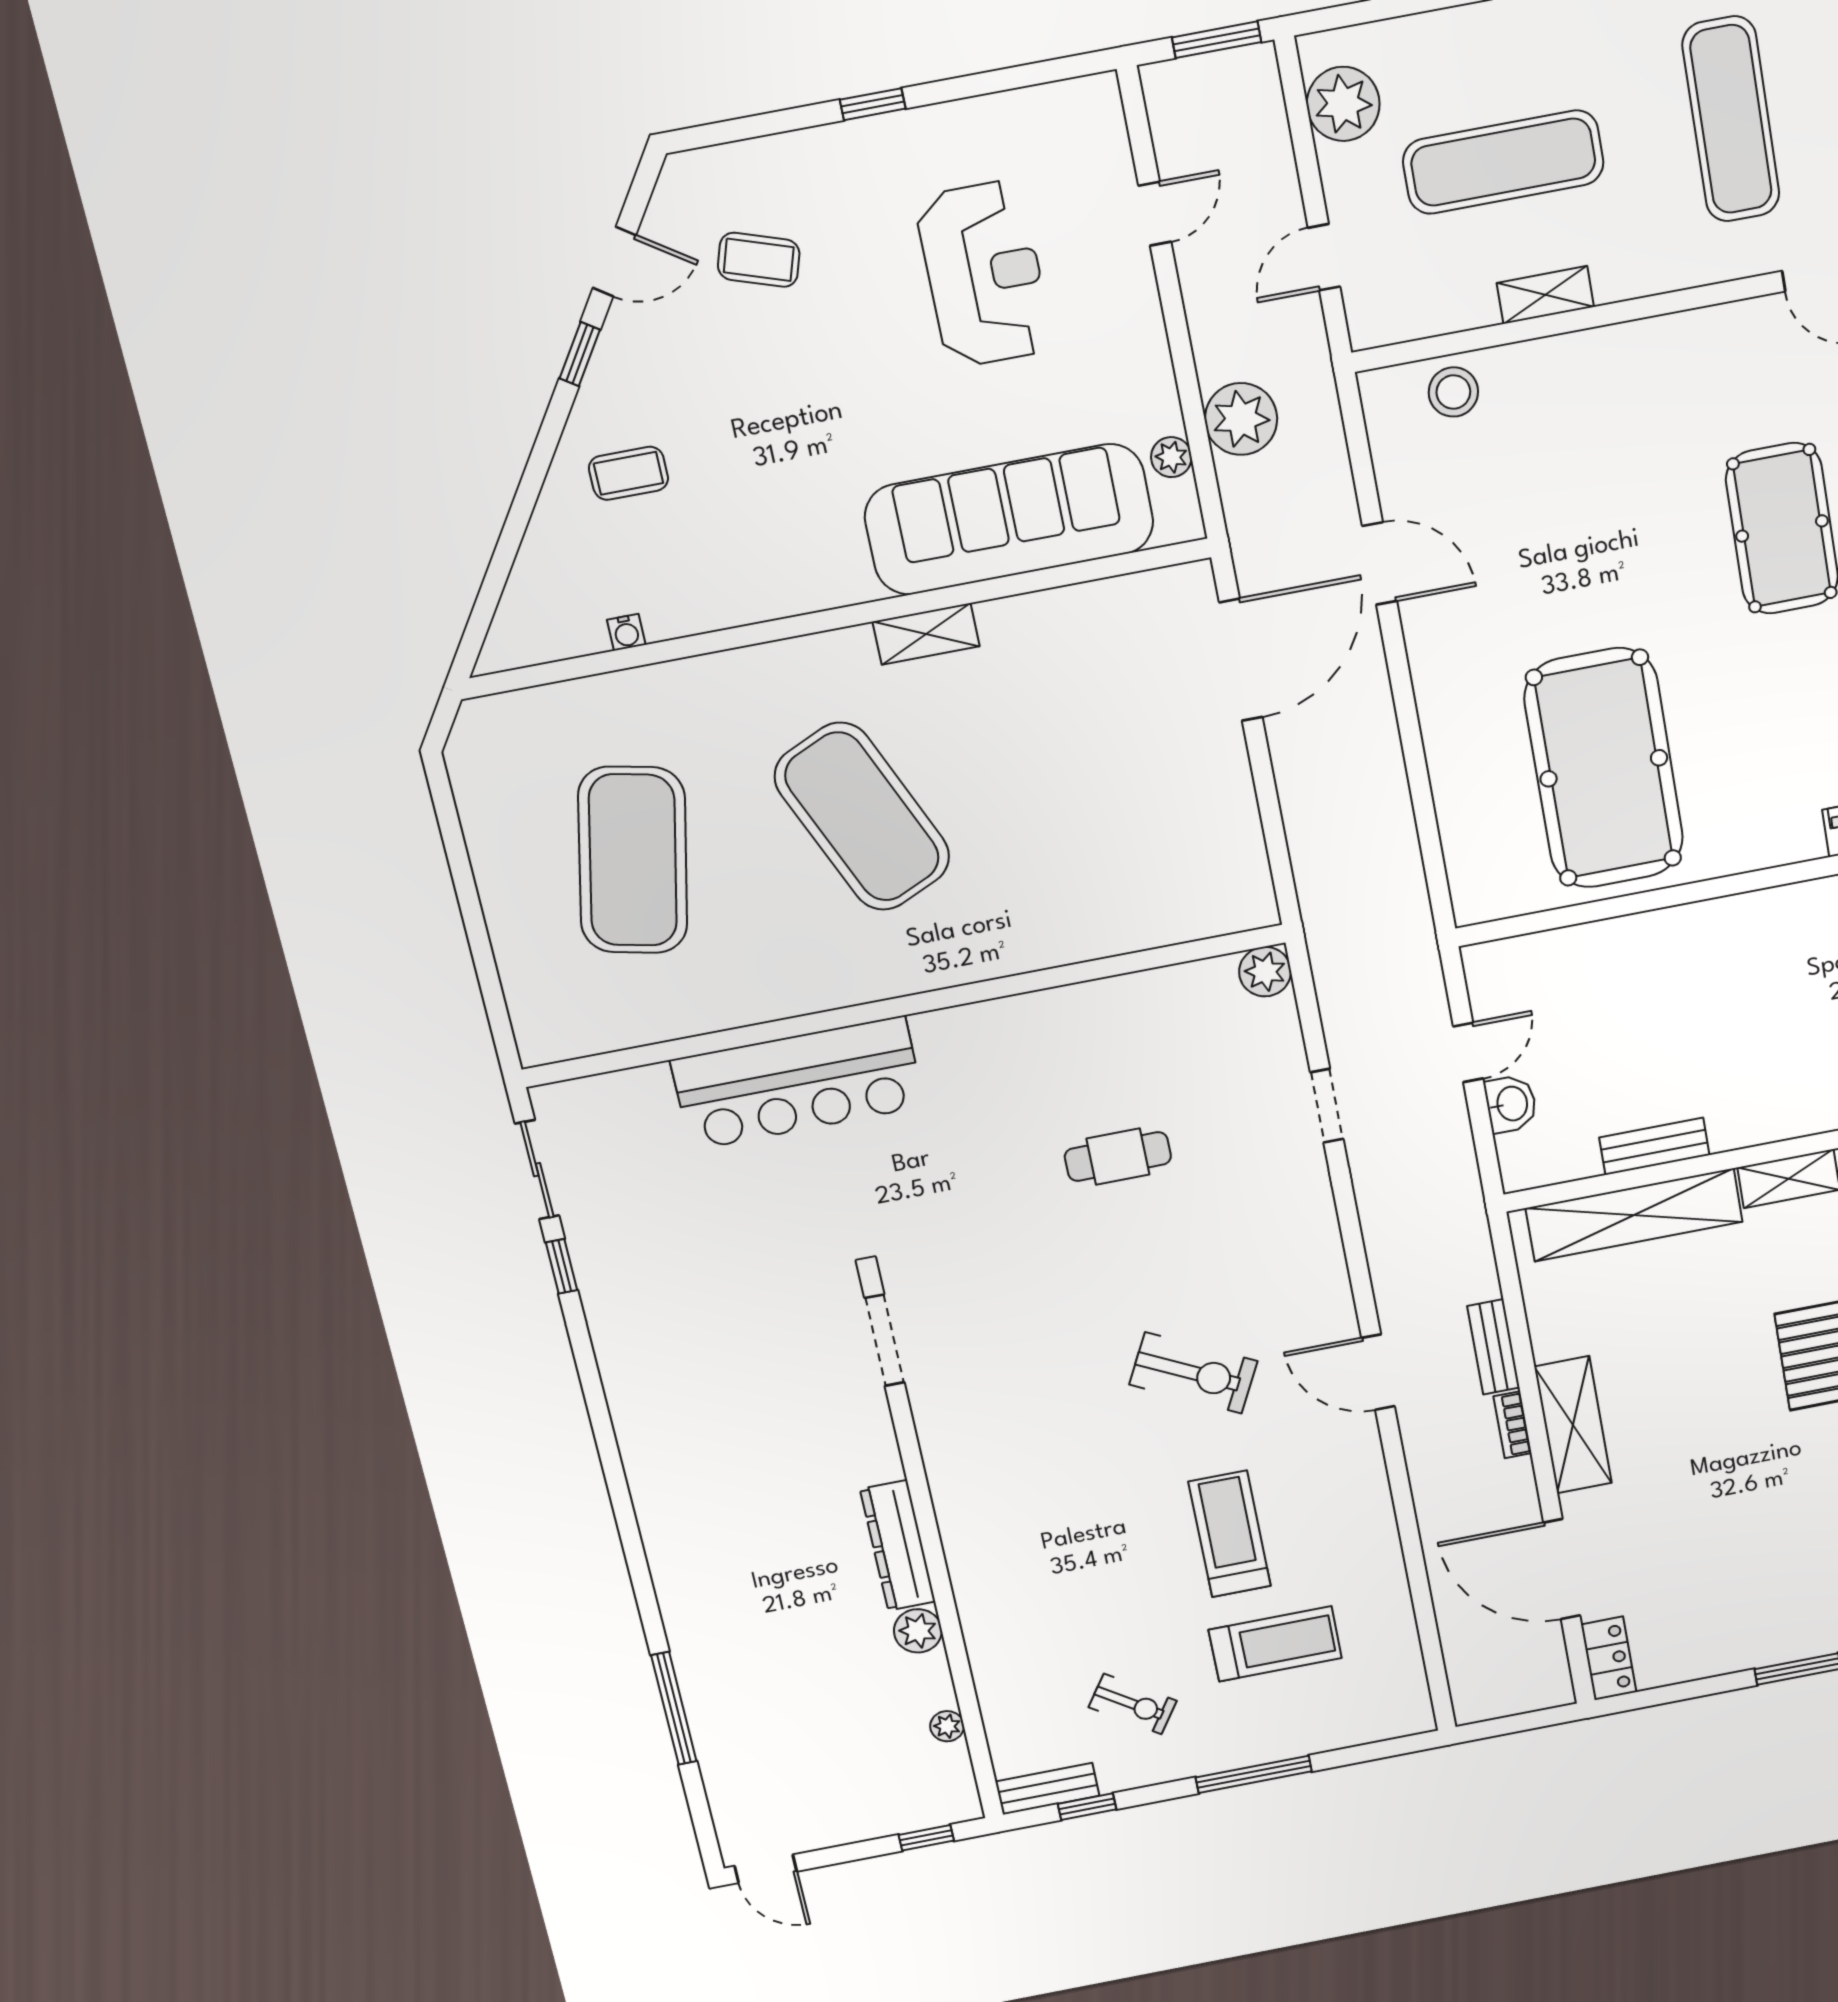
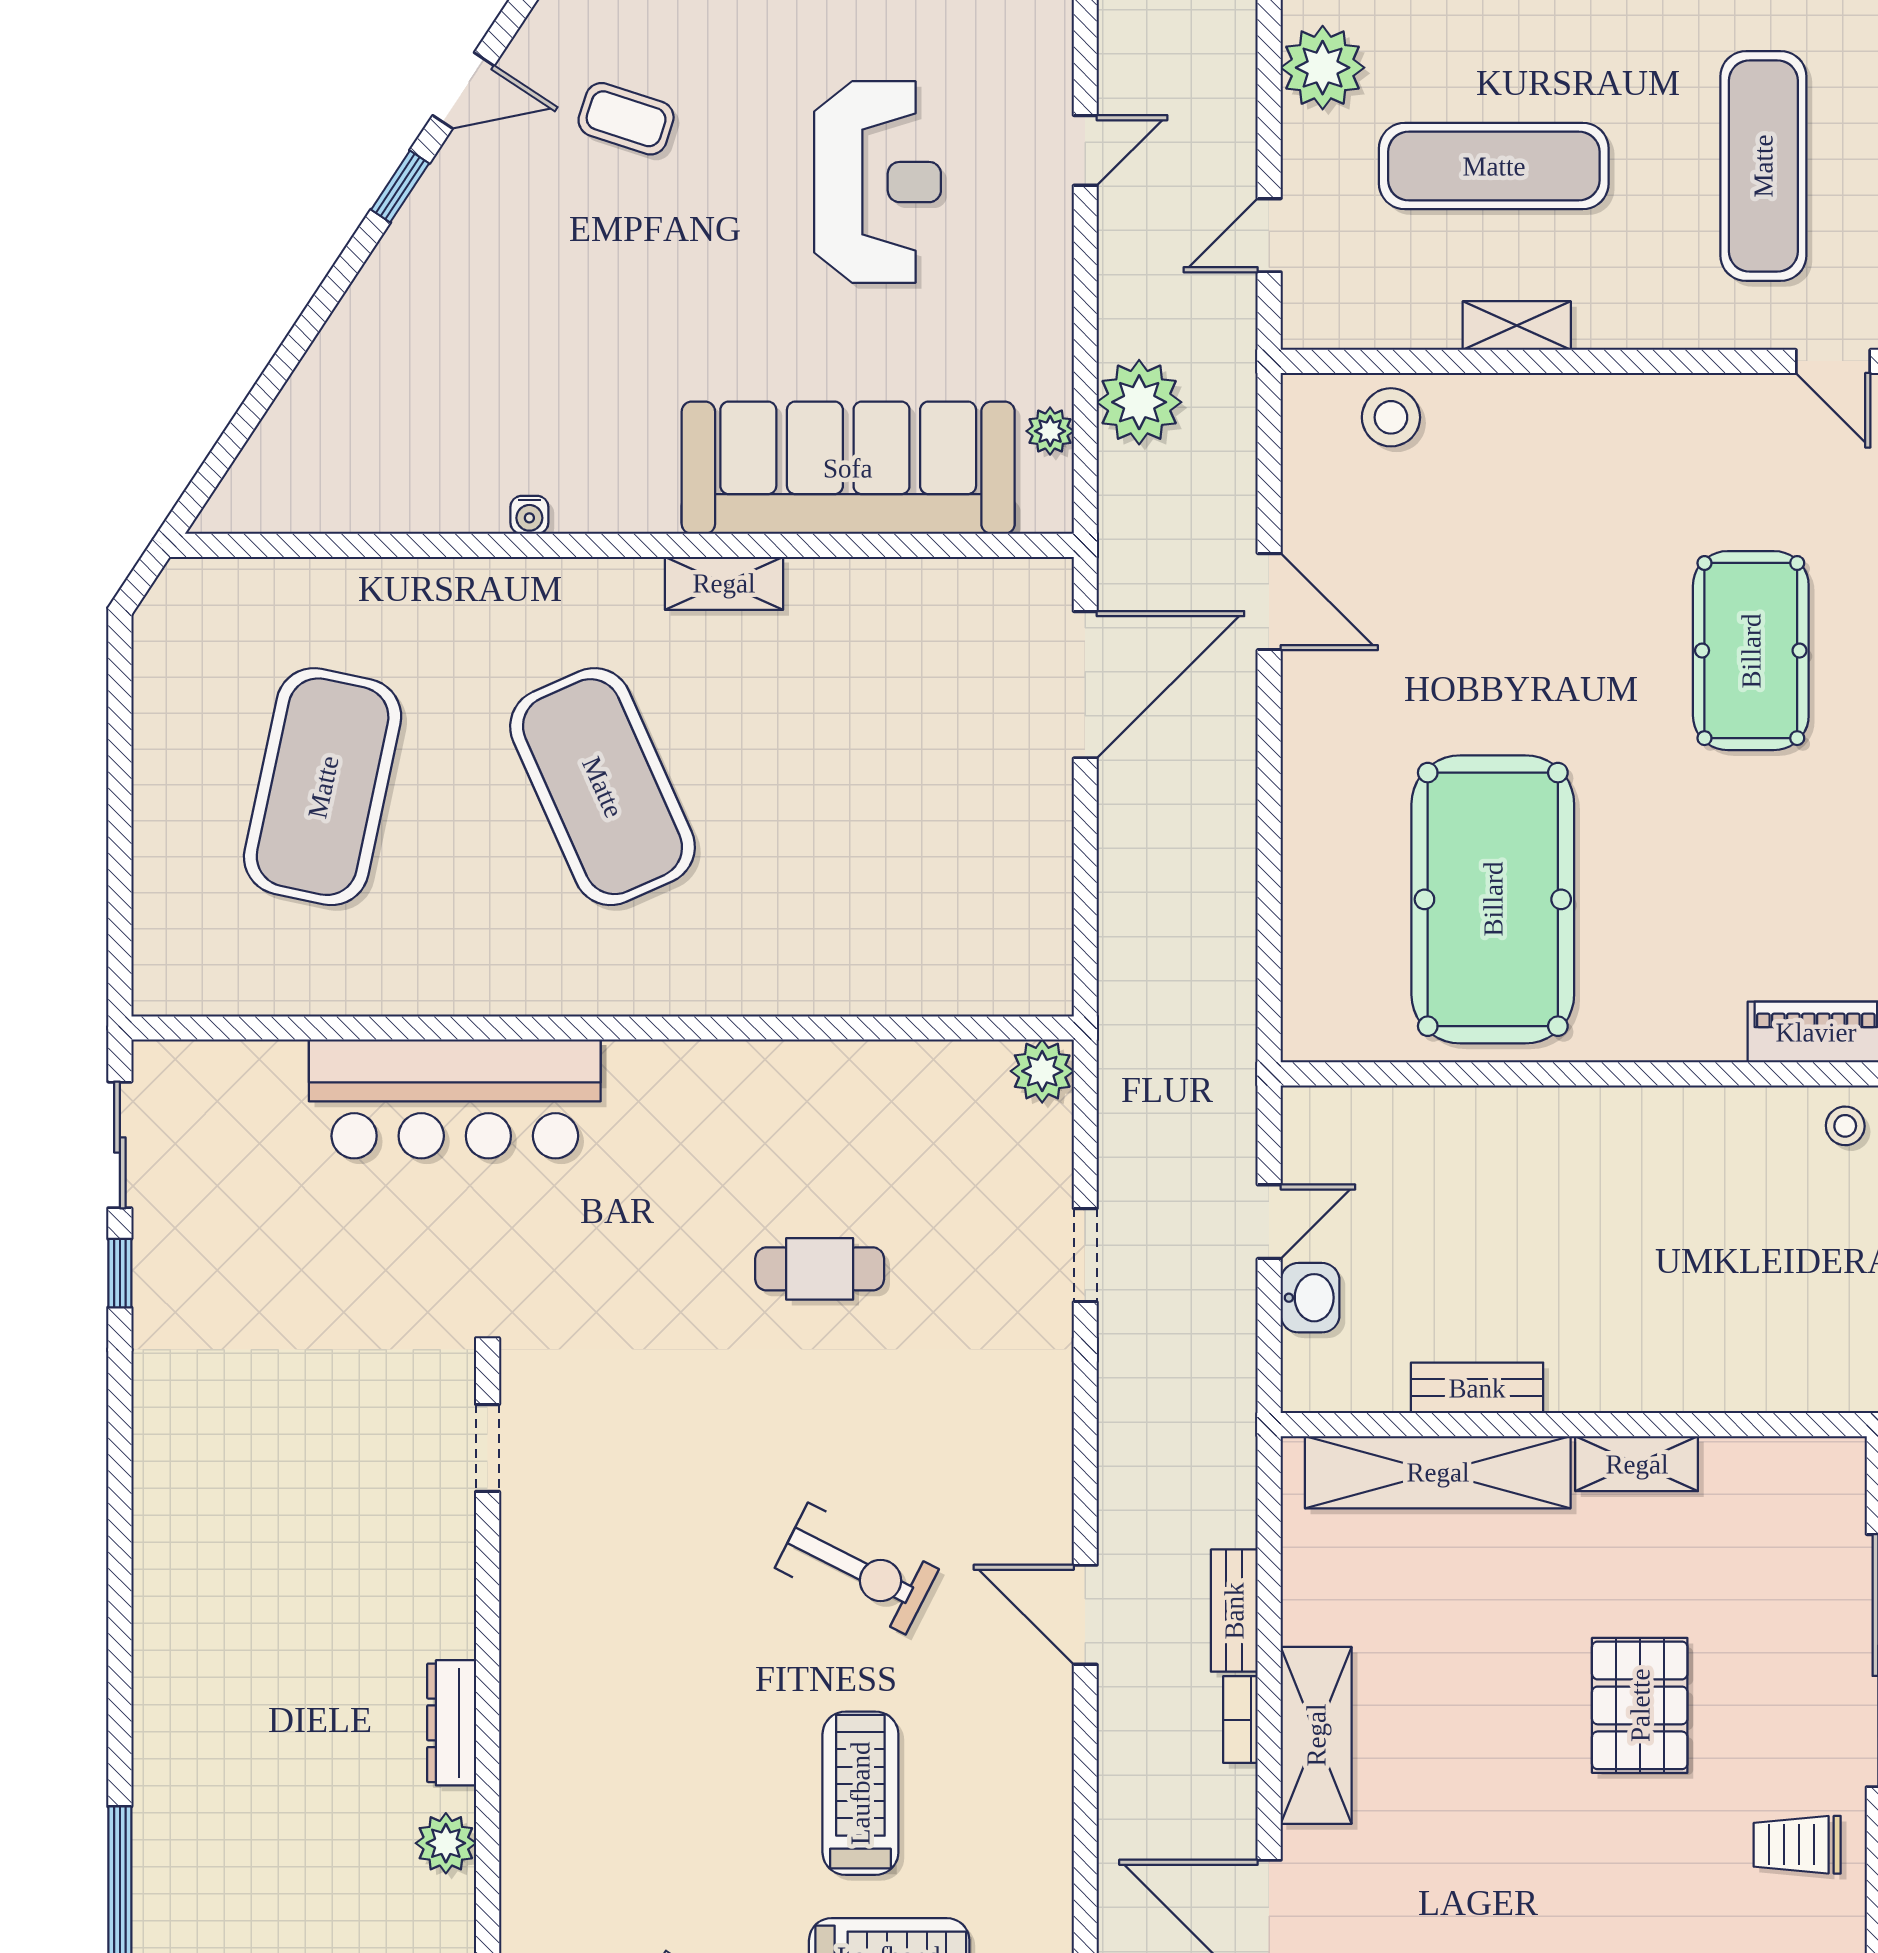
coffee table: (629, 473) -> (424, 332), removed
water cooler: (626, 632) -> (529, 515), moved
doorway: (885, 1340) -> (488, 1448), width x0.73
dresser: (898, 1546) -> (452, 1723), width x0.73, depth x0.80

